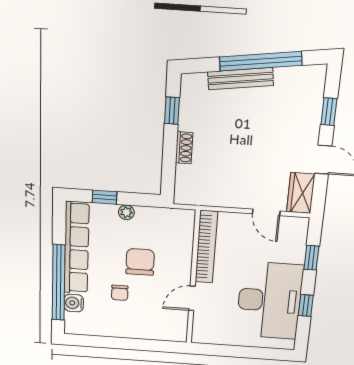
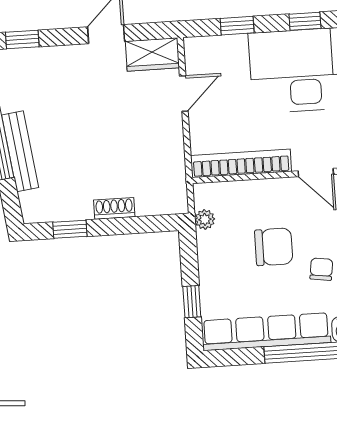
window: (329, 112) -> (22, 40), moved
plant: (126, 212) -> (205, 219), moved
chair: (140, 262) -> (274, 247), turned 180
chair: (120, 293) -> (321, 269), turned -82

